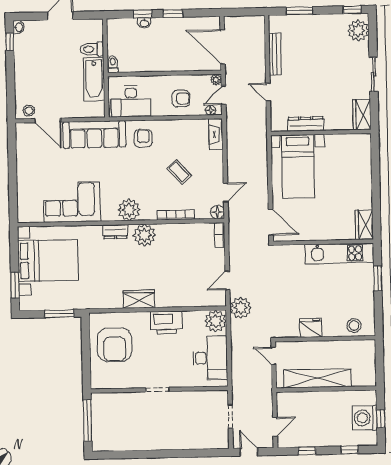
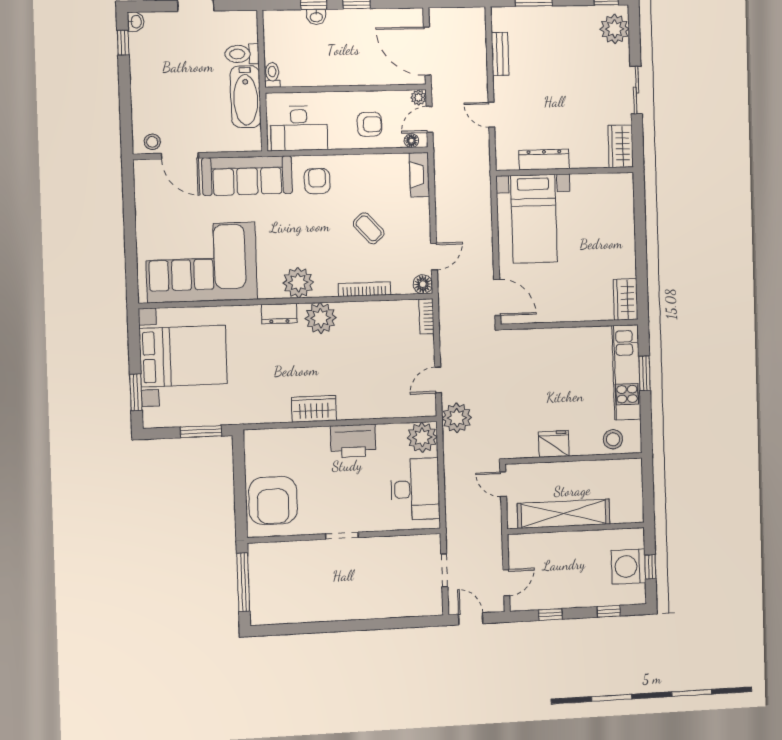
bench: (275, 54) -> (500, 54), width x0.73
corner sofa: (72, 202) -> (201, 262), width x1.36, depth x1.36
kitchen unit: (339, 253) -> (626, 372), moved, turned 90
armchair: (115, 345) -> (273, 501), moved

